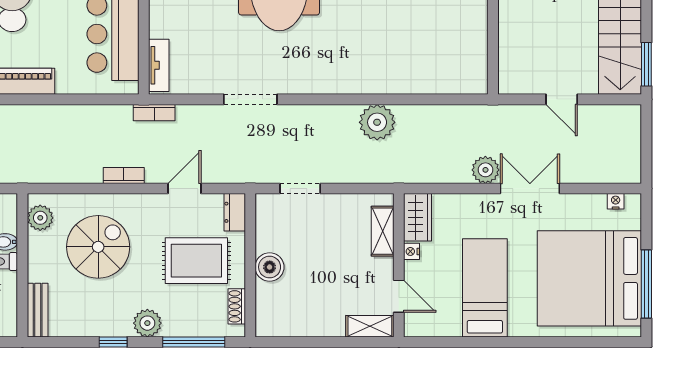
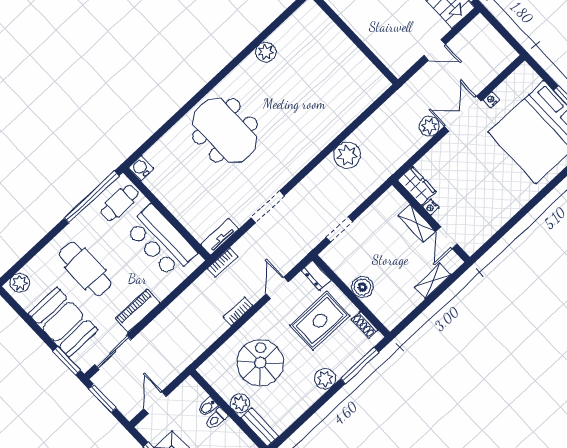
tv unit: (159, 65) -> (220, 237), moved, turned -90
nightstand: (616, 201) -> (491, 100), moved
plant: (40, 218) -> (240, 403), moved
shelving: (383, 231) -> (417, 223), moved
bed: (485, 288) -> (488, 190), removed
door: (399, 296) -> (447, 238), swing flipped
shelving: (370, 326) -> (433, 281), moved
window: (113, 342) -> (316, 406), removed

